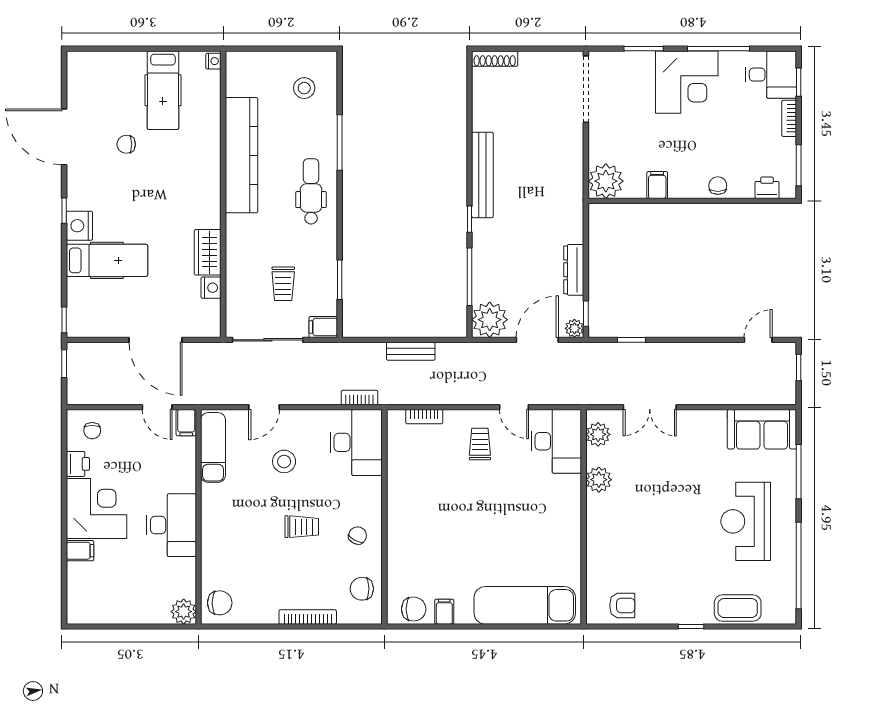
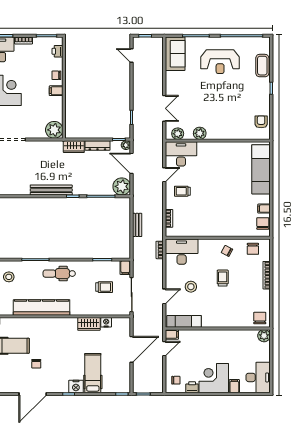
filing cabinet: (657, 185) -> (56, 91), moved
wardrobe: (571, 221) -> (74, 147), added
door: (264, 407) -> (164, 296), hinge flipped
desk: (171, 525) -> (258, 377), moved, turned 90

